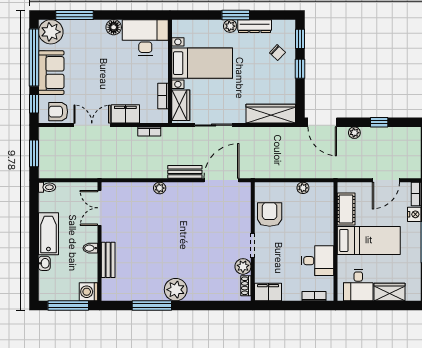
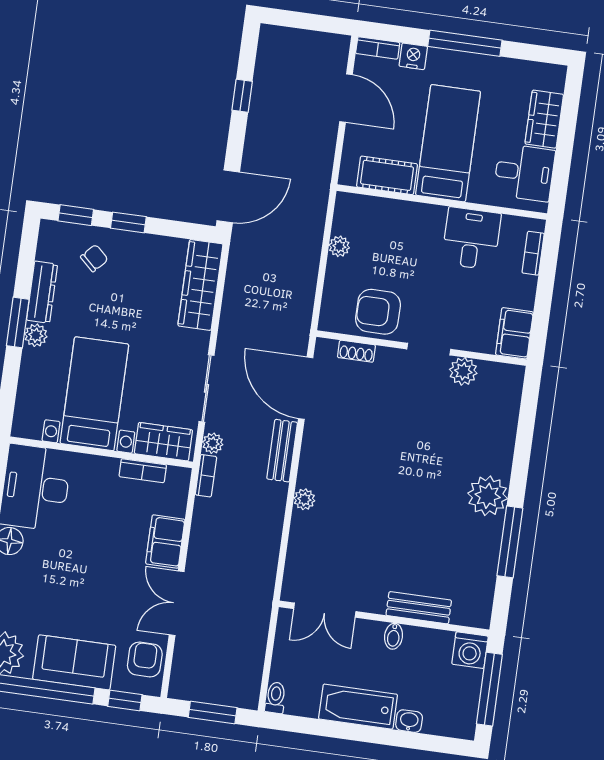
armchair: (58, 112) -> (145, 660), turned 180
bookcase: (149, 131) -> (206, 476), moved
plant: (354, 133) -> (213, 443), moved
shoe rack: (246, 286) -> (356, 351), moved

